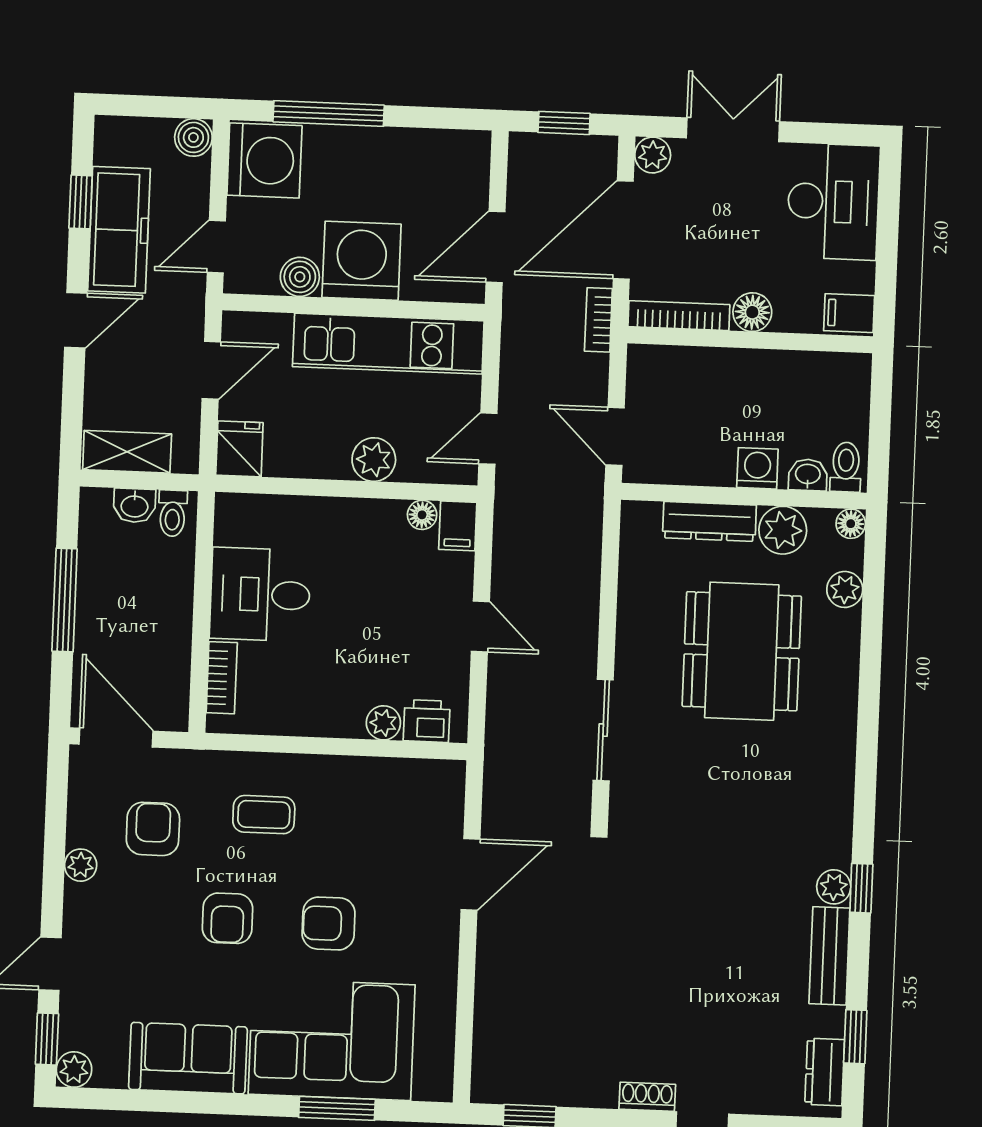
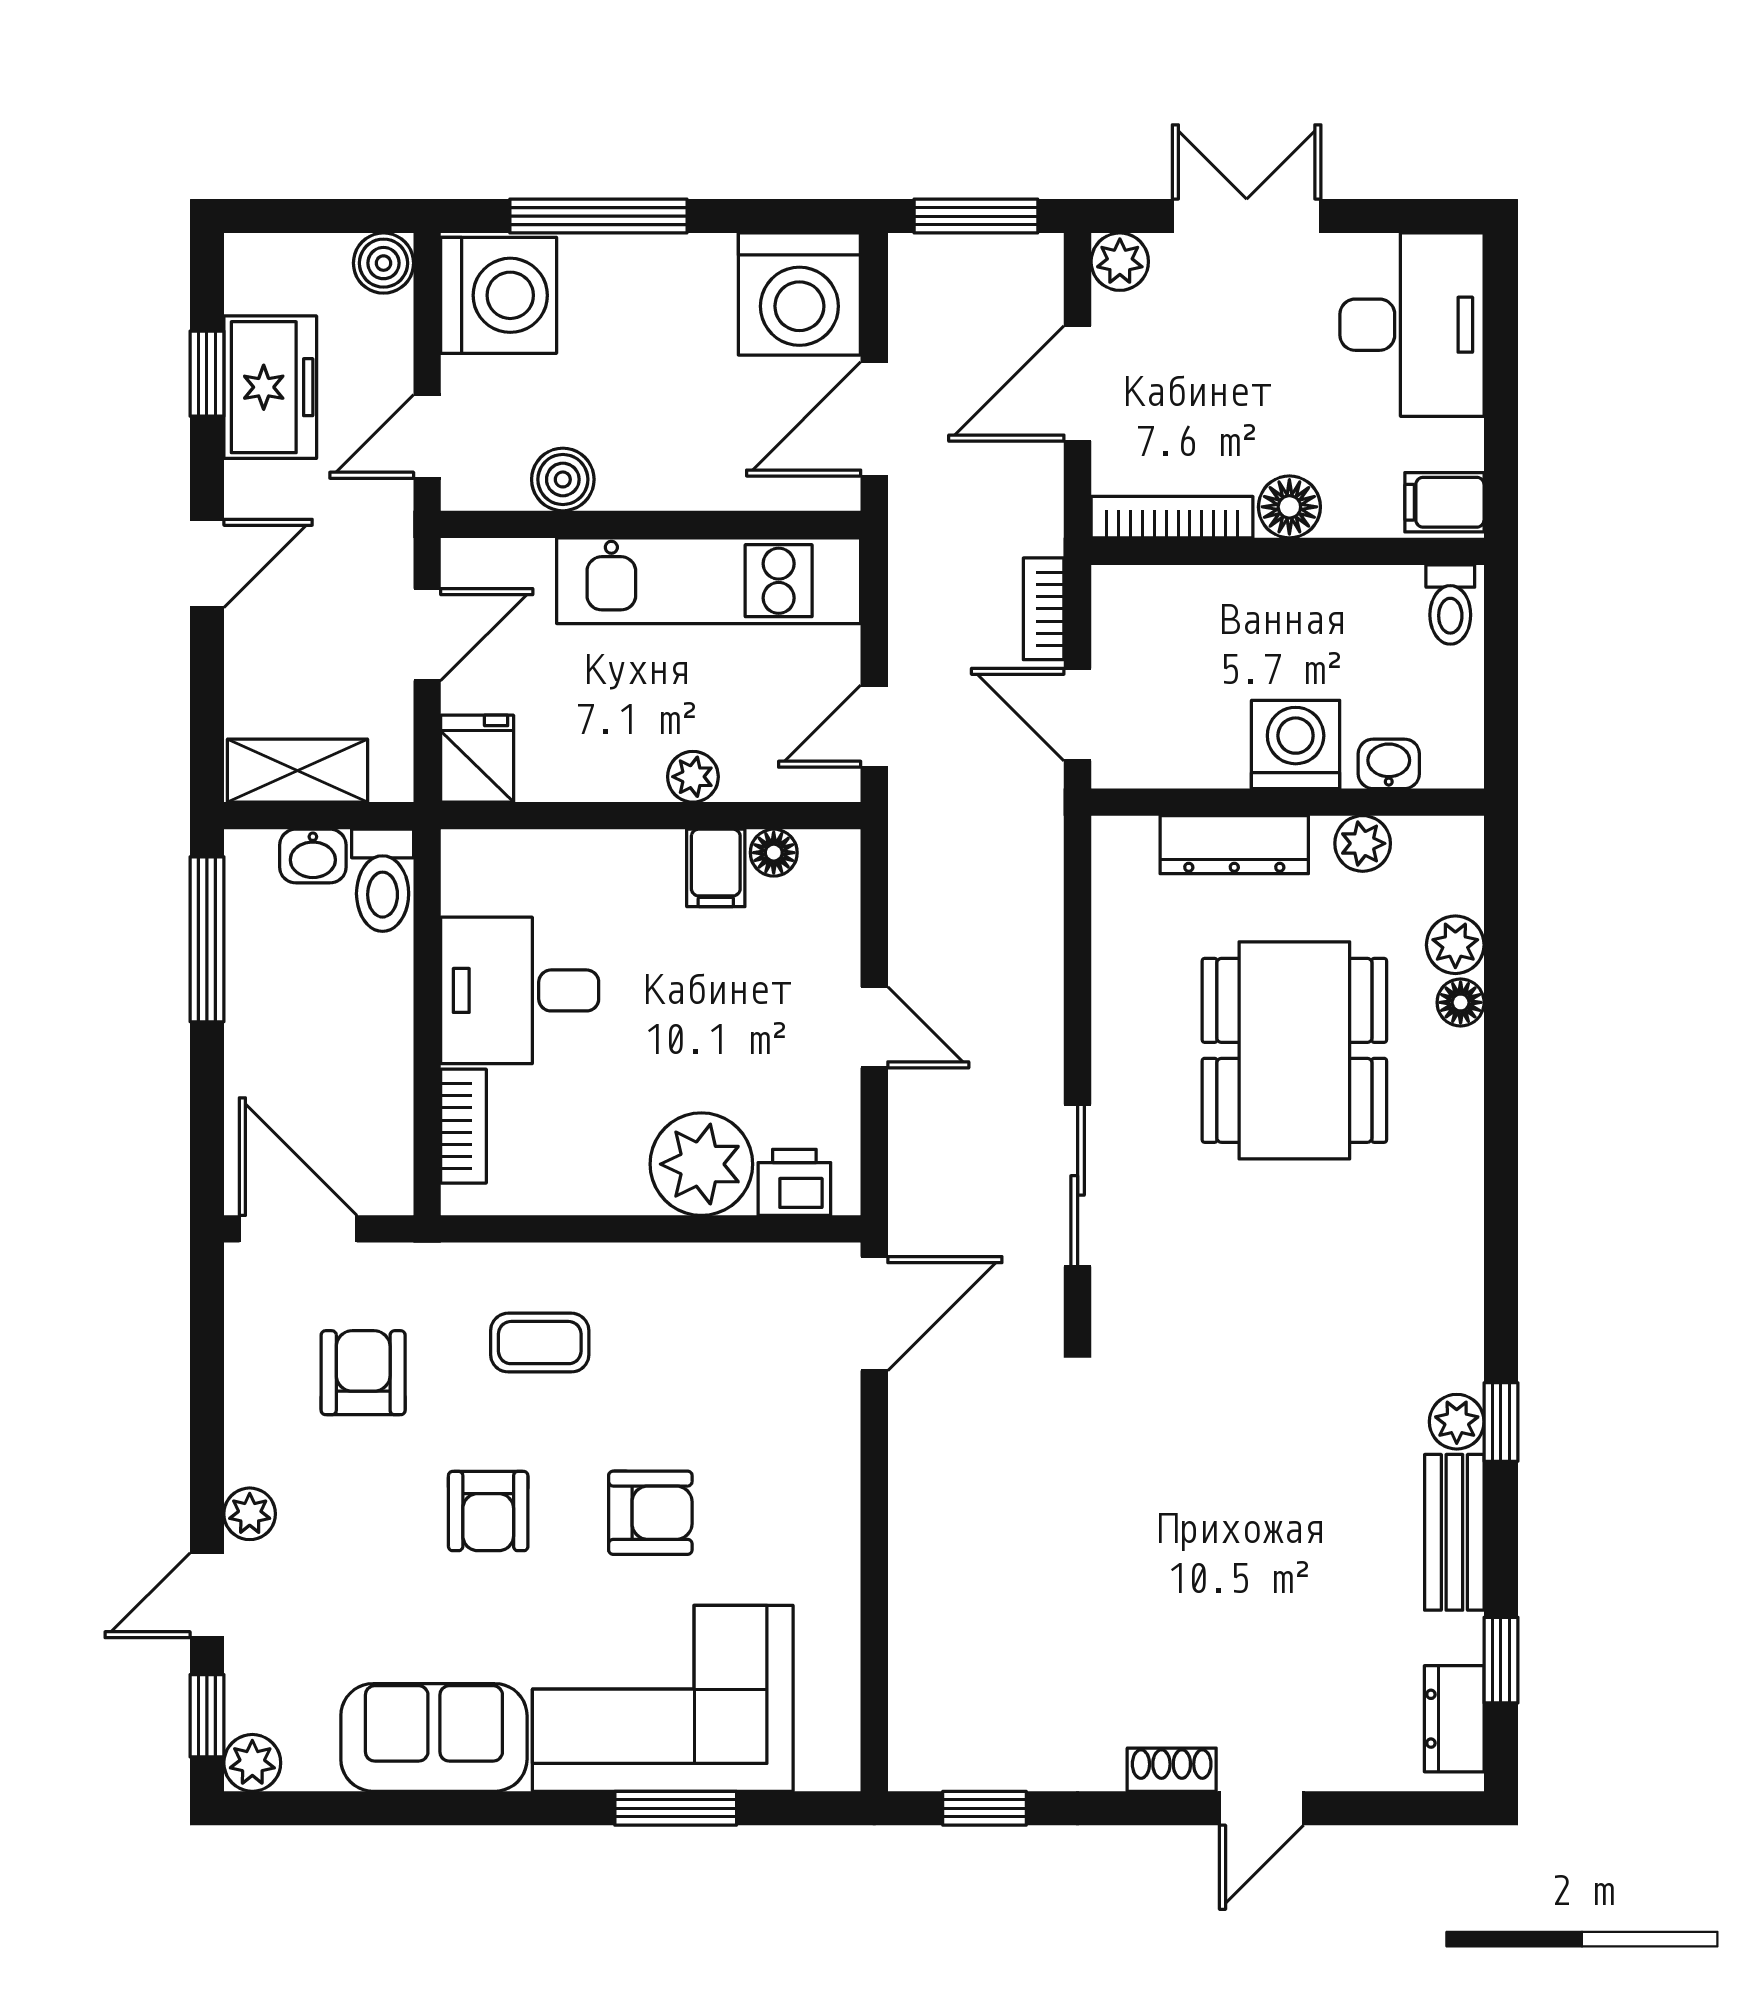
window: (564, 123) -> (976, 216), width x1.50
freezer: (119, 230) -> (270, 387), width x0.71
door: (623, 230) -> (1078, 384), width x0.73
washing machine: (362, 261) -> (799, 294), moved, turned 180
bookcase: (598, 320) -> (1044, 609), moved
plant: (374, 460) -> (693, 777), width x0.73, depth x0.73
toilet: (846, 467) -> (1450, 605), moved, turned 180
washing machine: (757, 468) -> (1296, 744), width x1.38, depth x1.38
toilet: (172, 513) -> (383, 880), width x1.37, depth x1.39
floor lamp: (851, 524) -> (1461, 1002), moved
filing cabinet: (458, 526) -> (716, 868), moved
plant: (783, 530) -> (1363, 843), width x0.73, depth x0.73
window: (65, 600) -> (207, 939), moved
plant: (383, 723) -> (701, 1164), width x1.87, depth x1.87
plant: (81, 865) -> (250, 1514), moved
door: (470, 874) -> (874, 1314), moved
armchair: (329, 923) -> (650, 1513), turned 180

